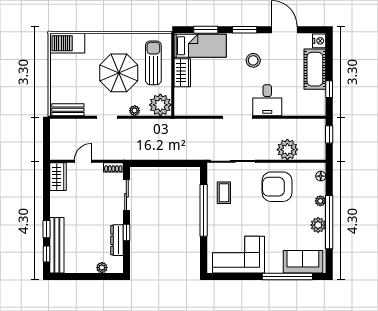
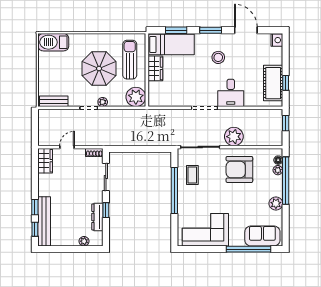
cot: (315, 69) -> (273, 83), moved
plant: (135, 111) -> (103, 102), moved
plant: (287, 150) -> (234, 137), moved
plant: (320, 201) -> (278, 170), moved
window: (329, 222) -> (286, 181), moved

